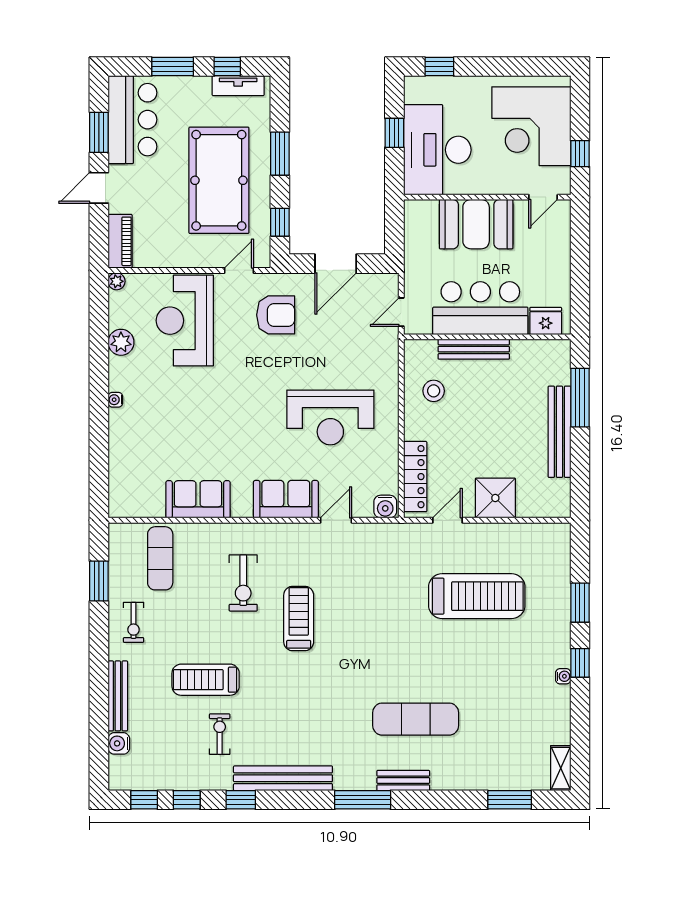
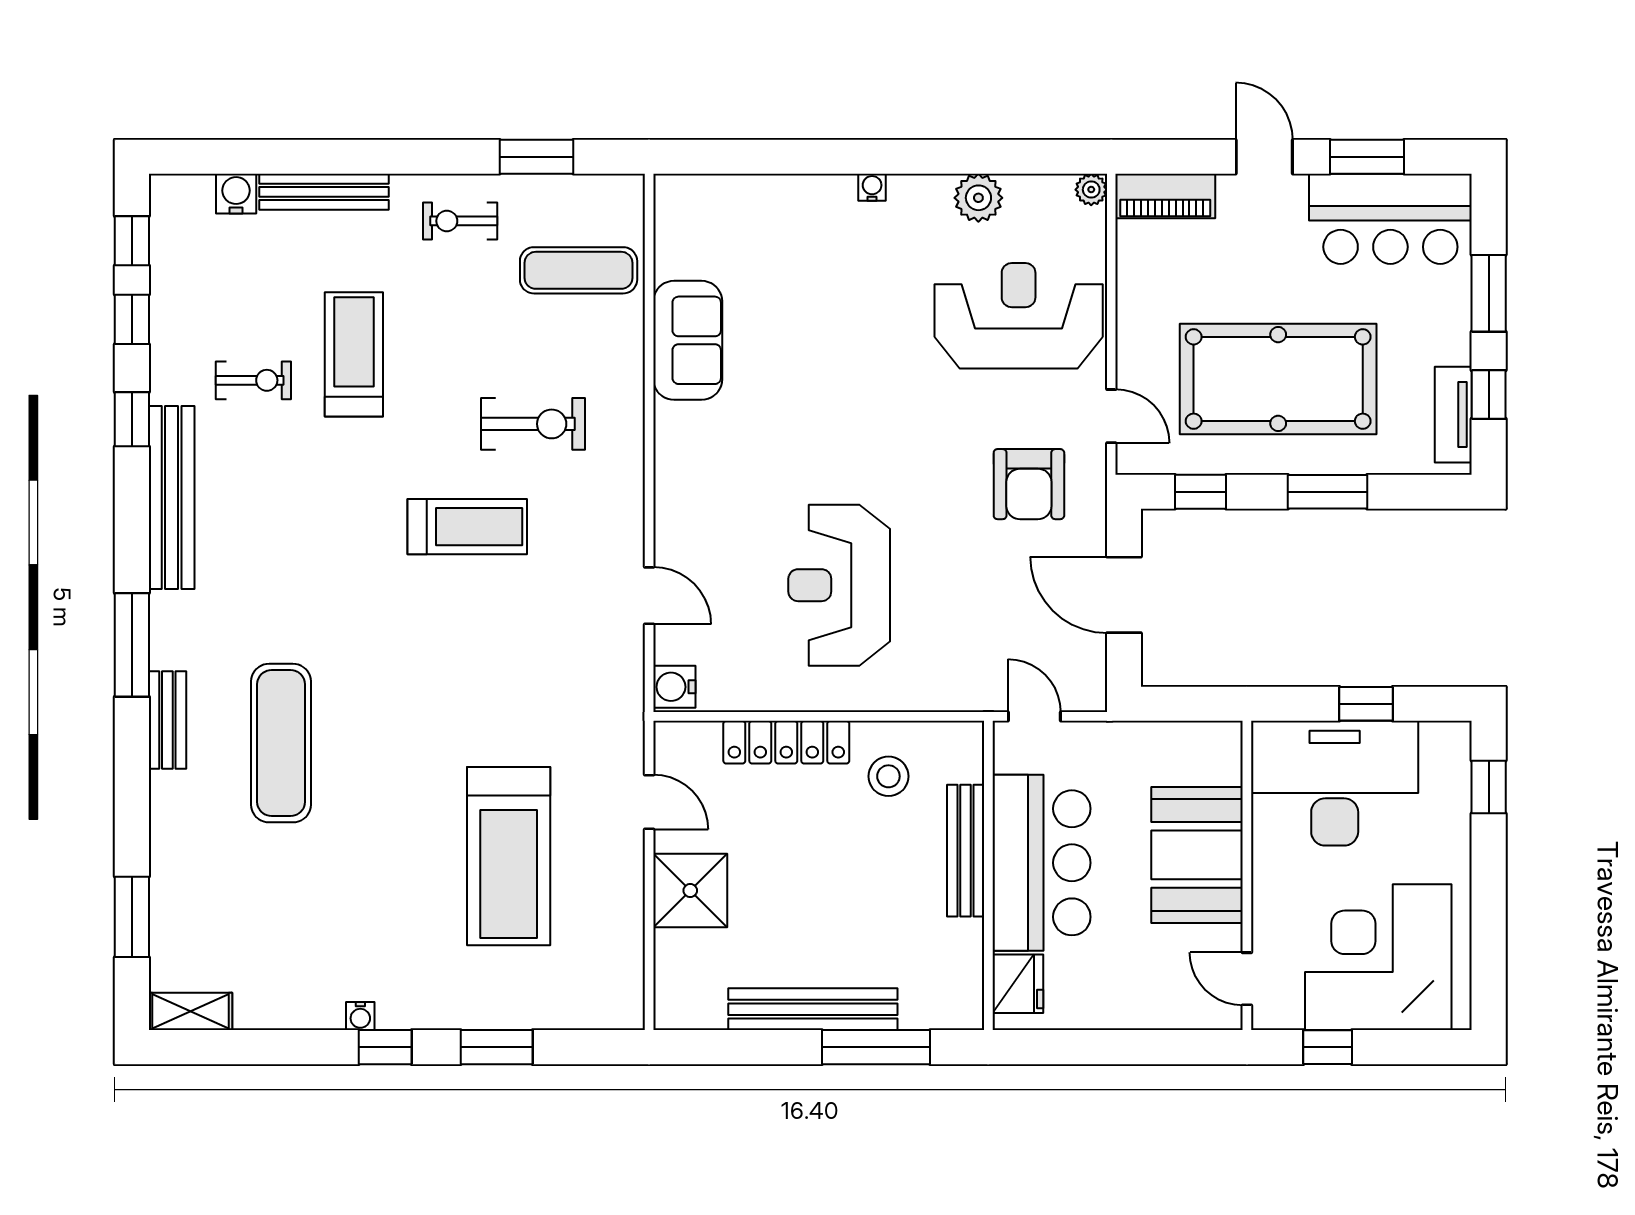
locker: (415, 477) -> (786, 742), moved
sofa: (286, 499) -> (688, 503), removed
exercise bike: (243, 583) -> (533, 424), turned 180

